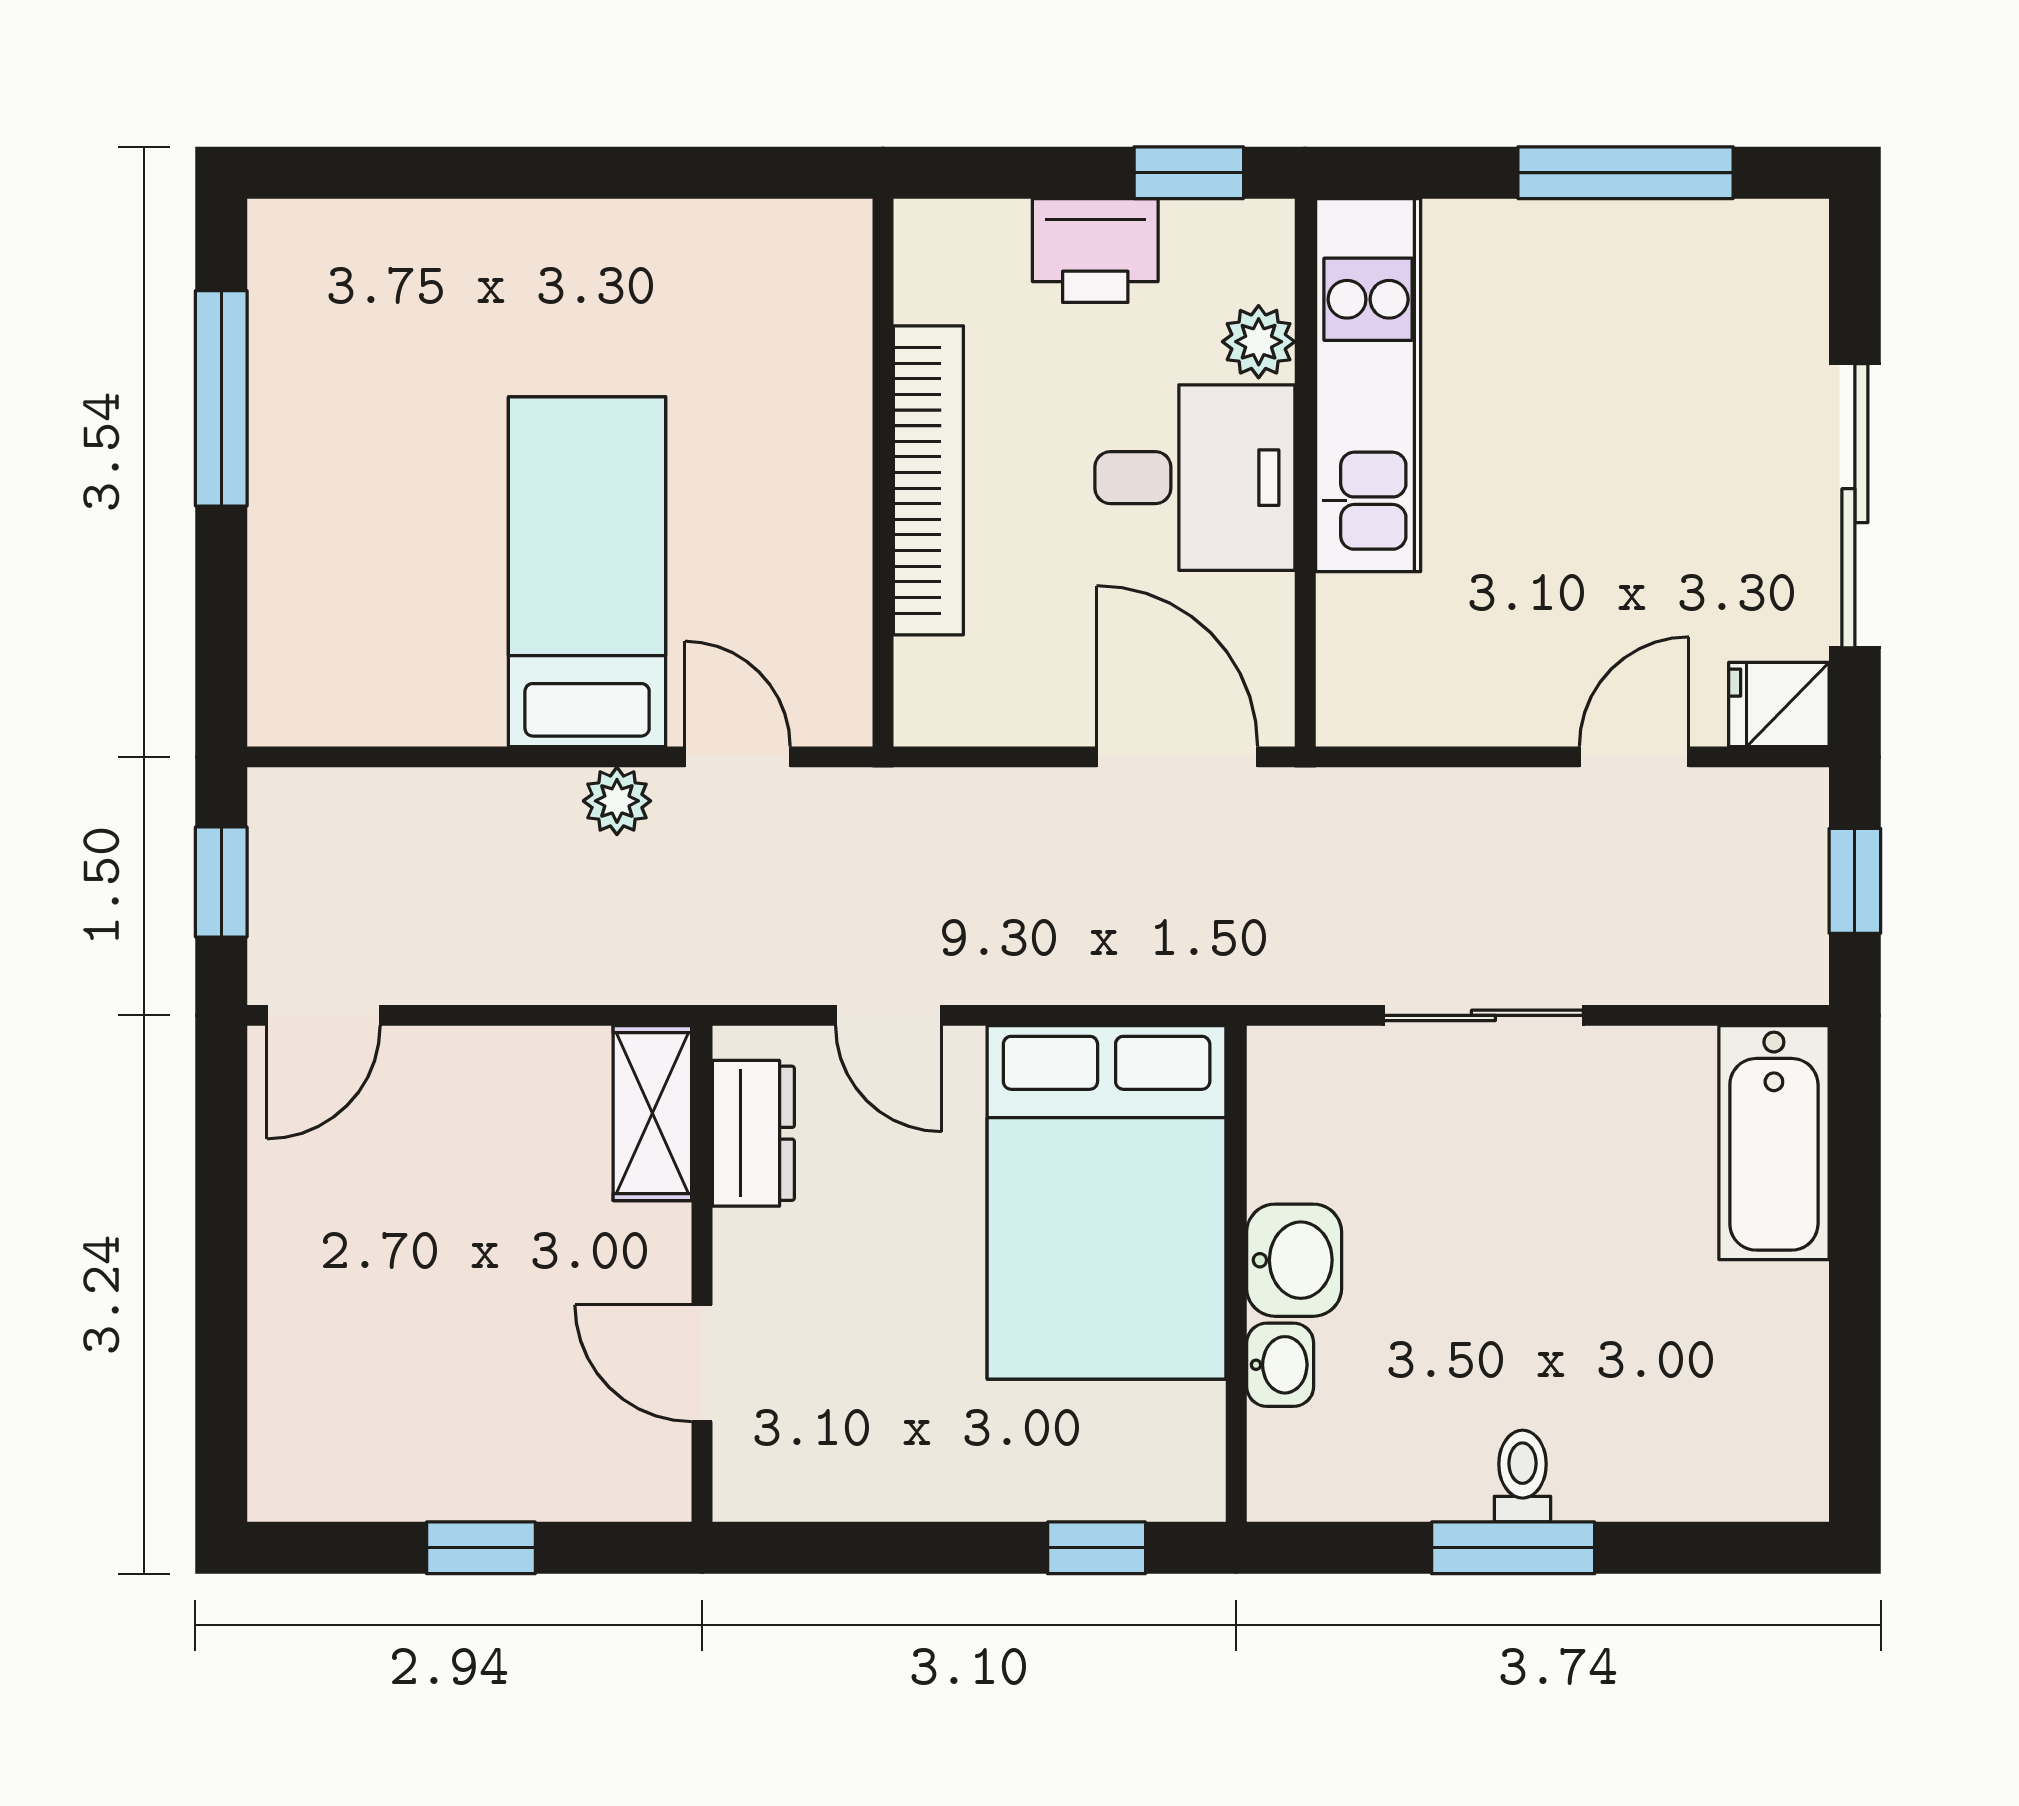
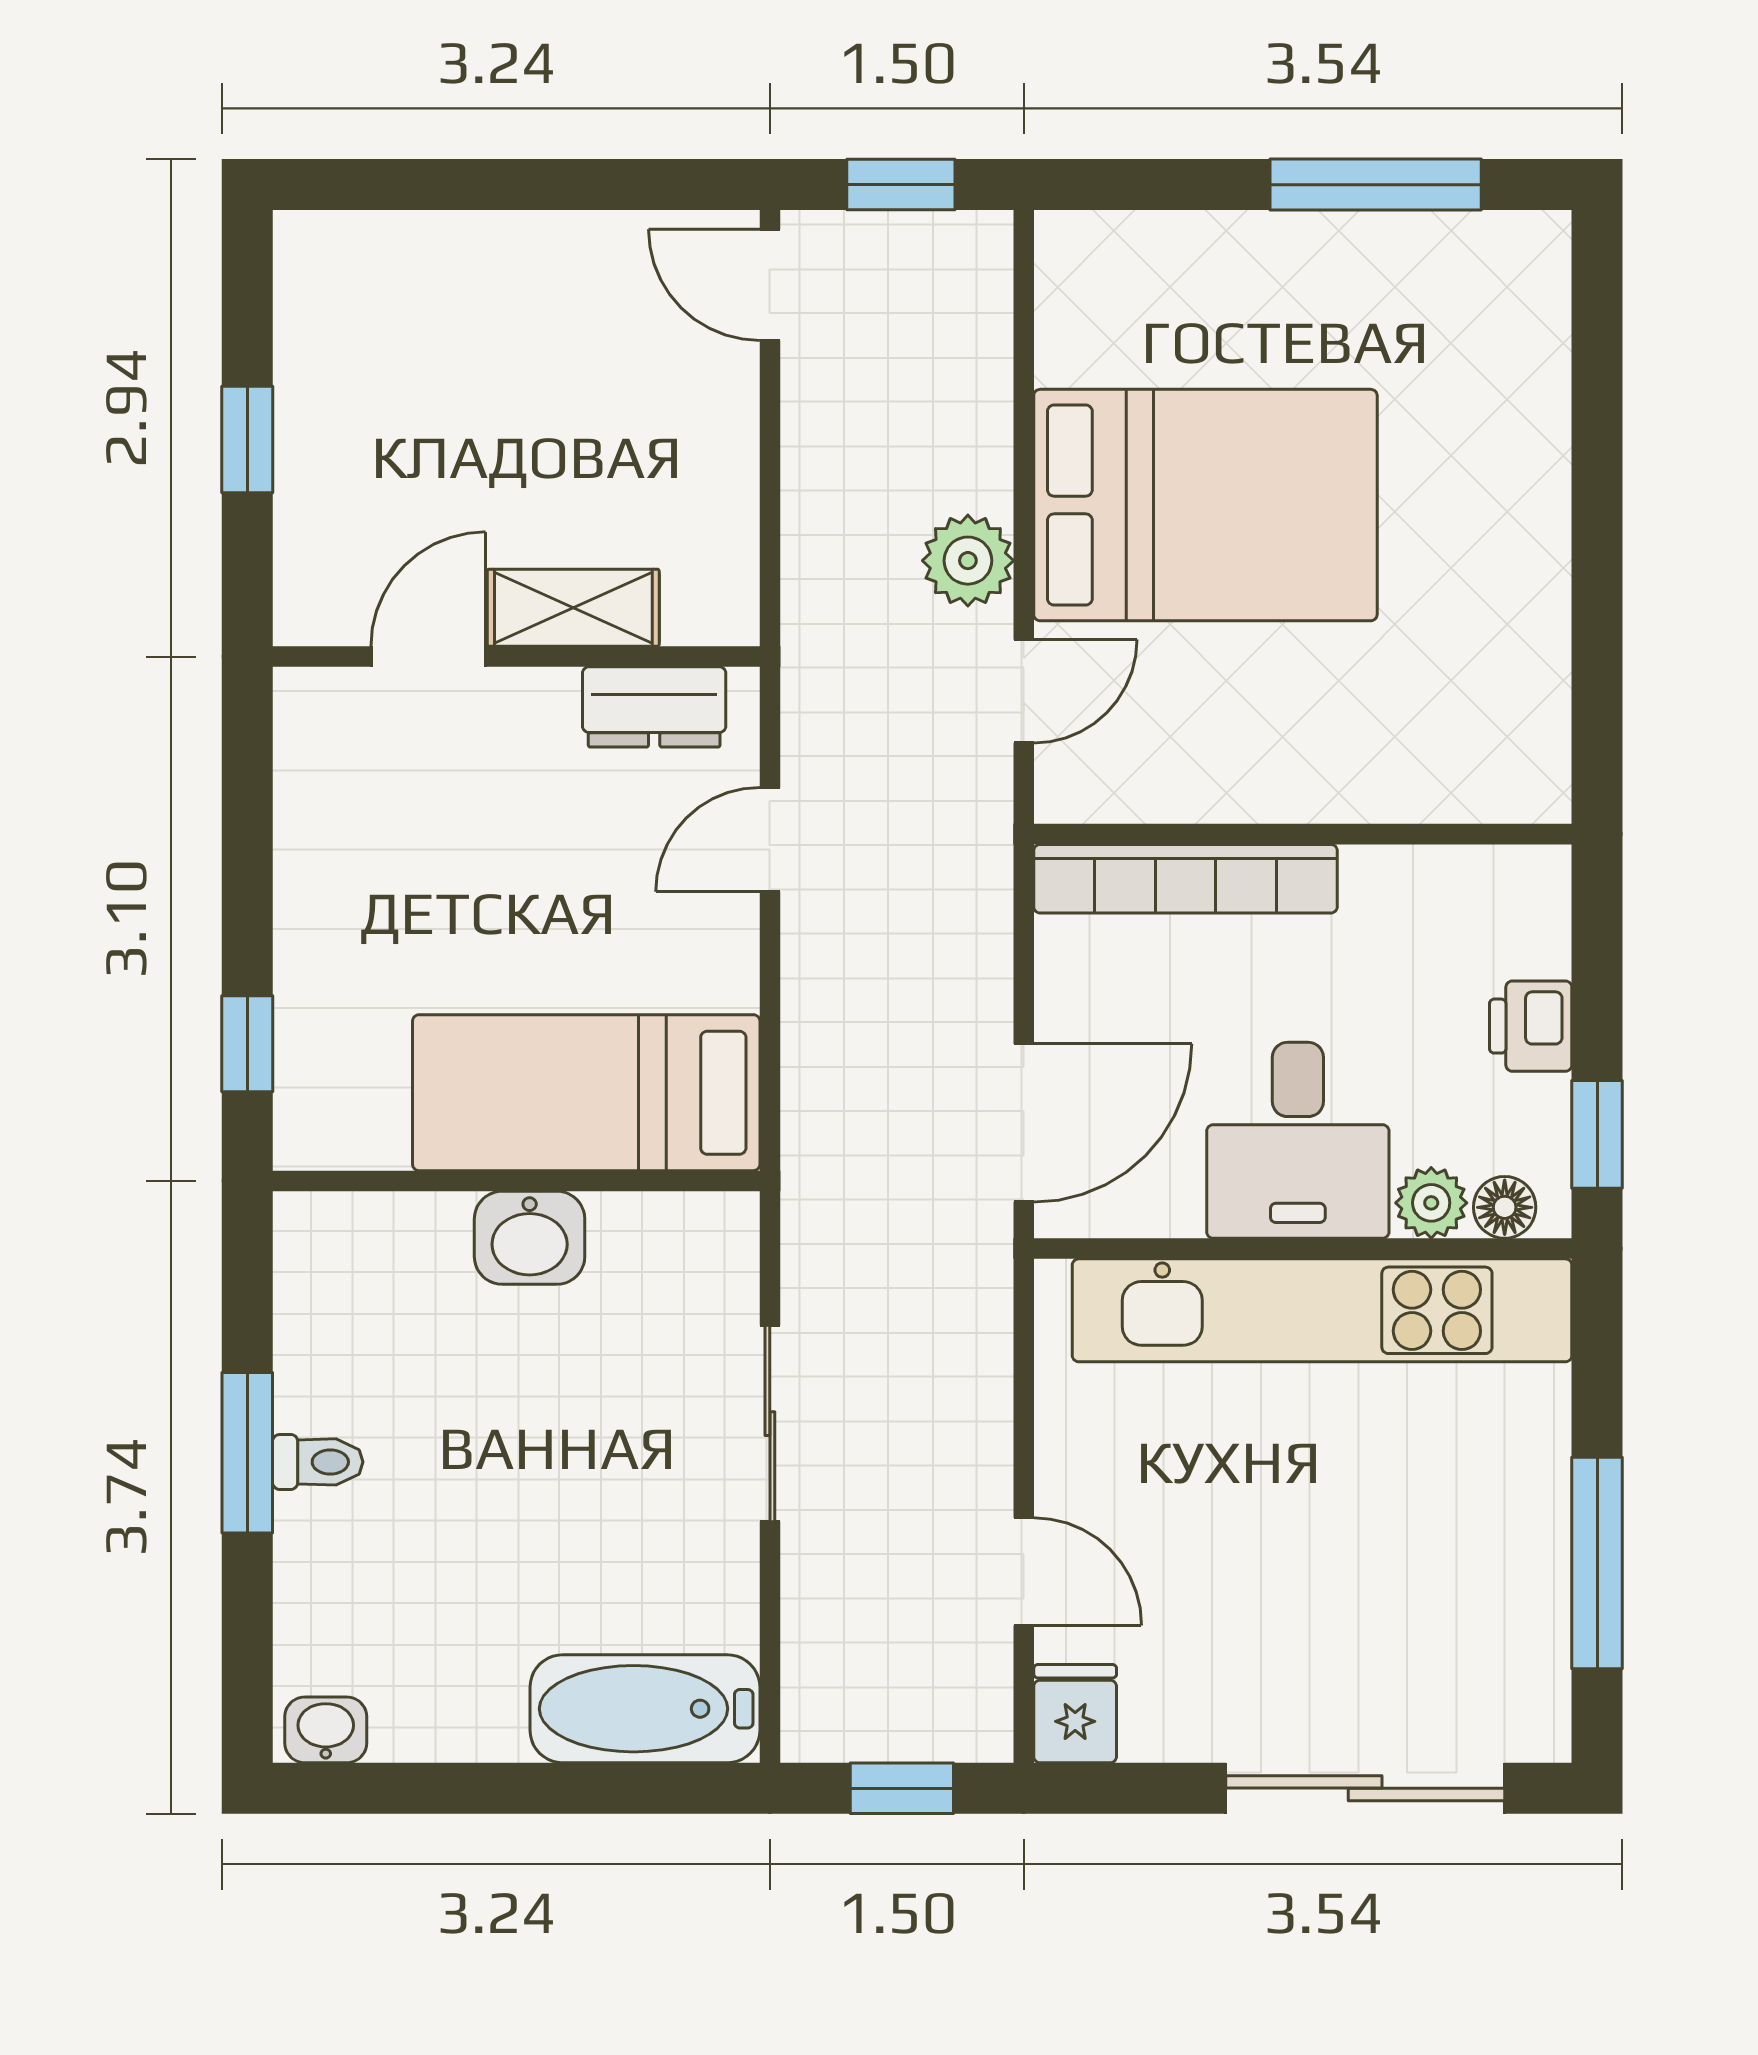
printer: (1095, 250) -> (1531, 1026), width x0.73, depth x0.81
floor lamp: (1263, 267) -> (1505, 1207), added
kitchen unit: (1368, 385) -> (1322, 1310), width x1.36
bookcase: (928, 480) -> (1185, 879), moved
sliding door: (1855, 506) -> (1365, 1788), moved
bed: (587, 572) -> (1205, 505), width x1.50
plant: (617, 801) -> (968, 561), width x1.38, depth x1.38
shelving: (652, 1113) -> (573, 608), moved
bed: (1107, 1202) -> (586, 1093), width x0.67
washbasin: (1280, 1365) -> (326, 1730), moved, turned 180

